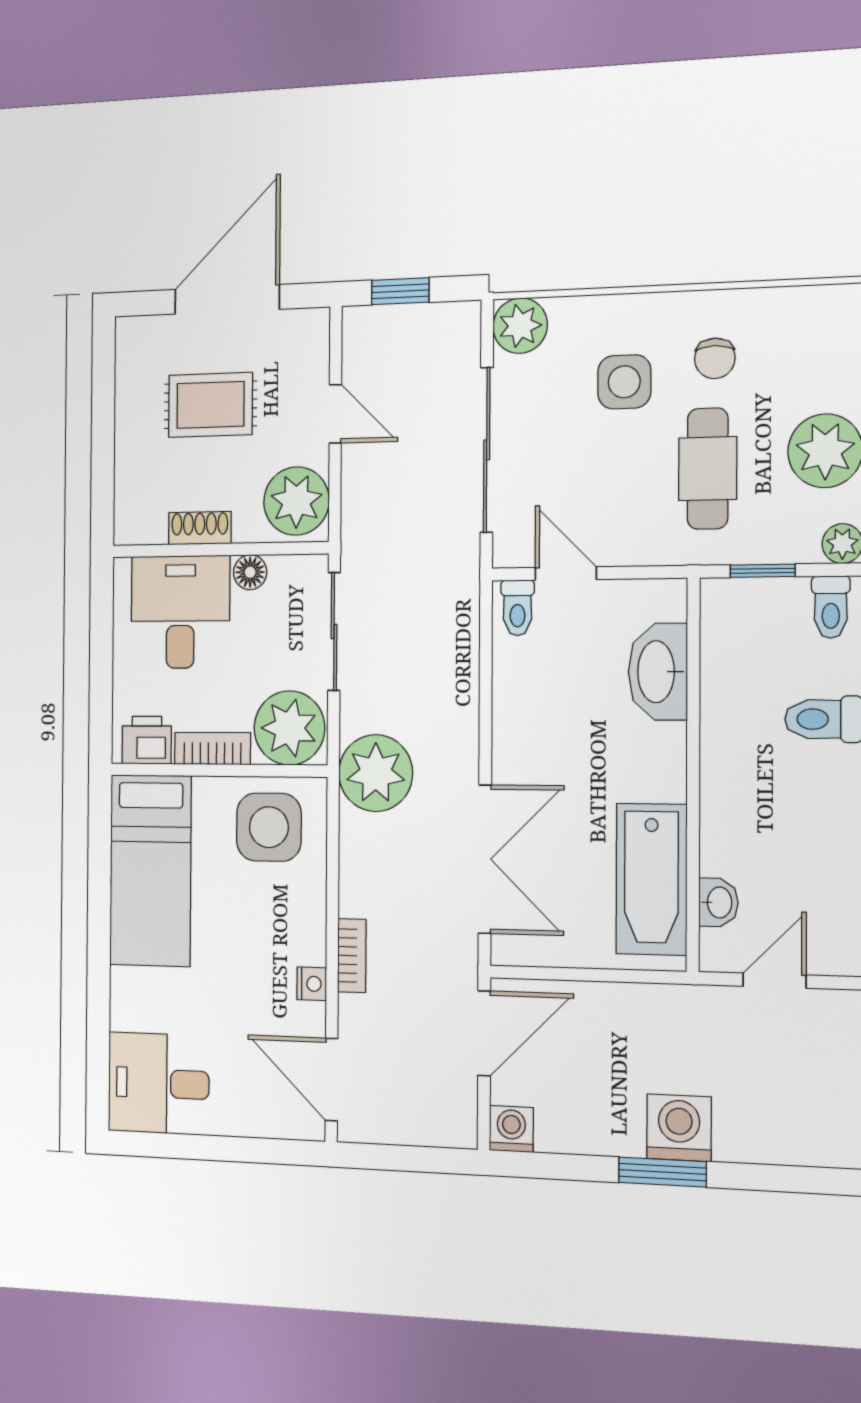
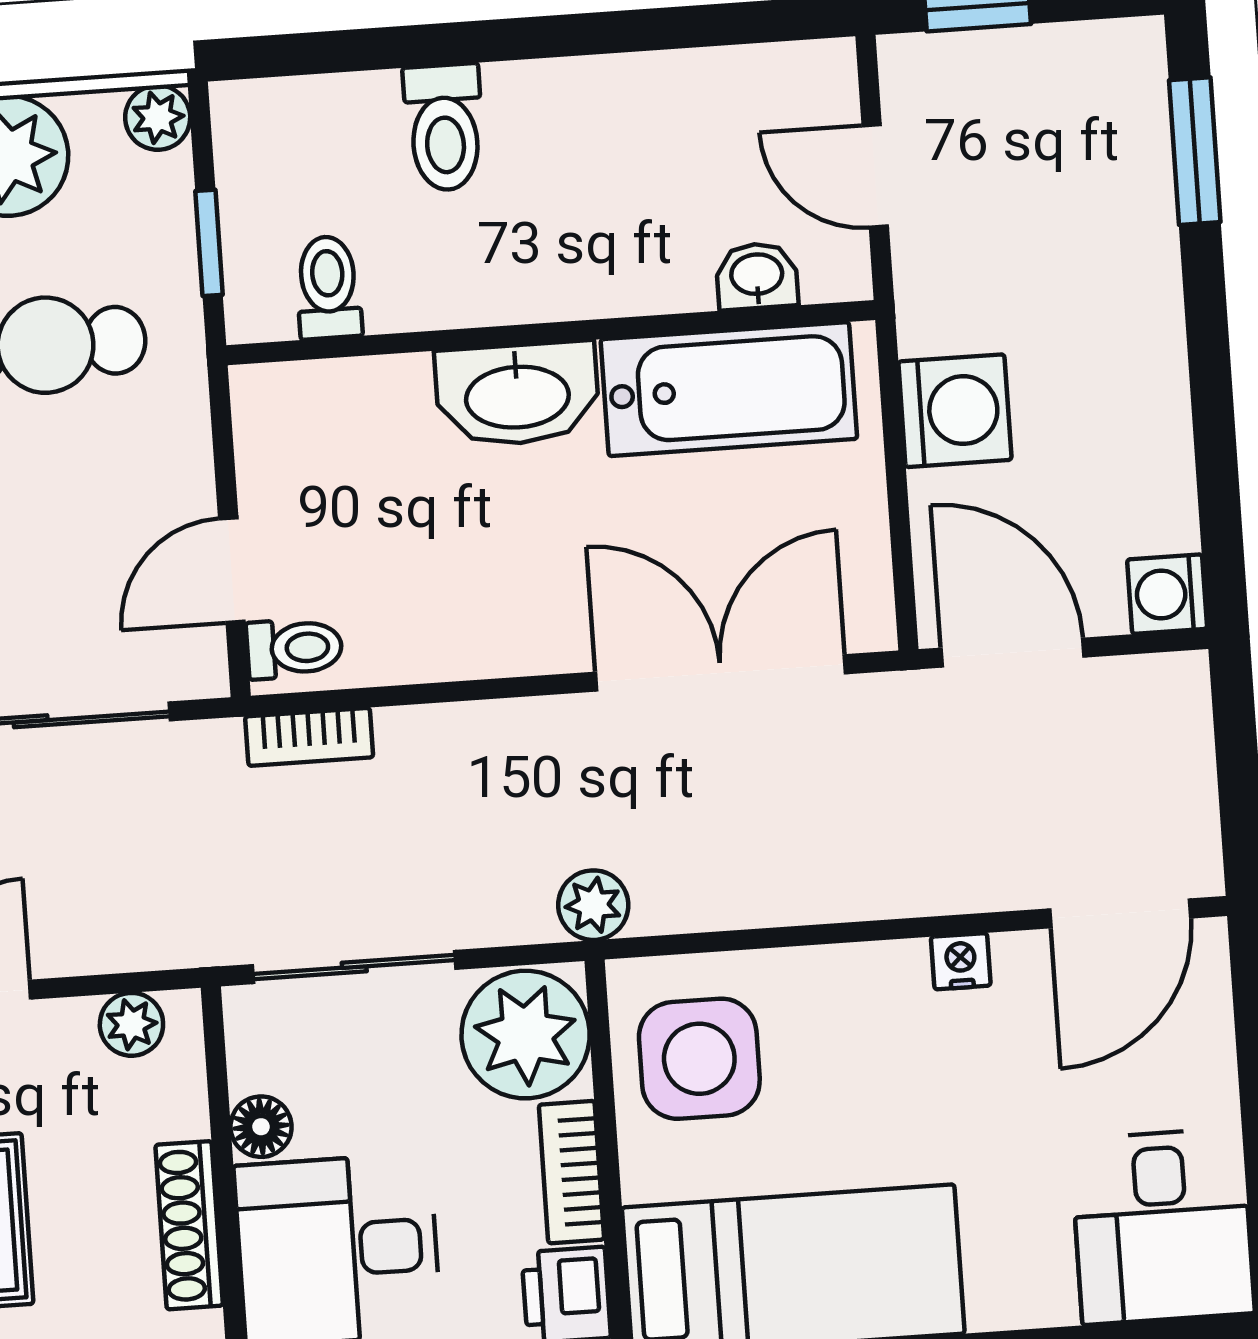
plant: (296, 501) -> (131, 1024), width x0.53, depth x0.53
shoe rack: (200, 528) -> (189, 1225), width x1.43
toilet: (831, 607) -> (328, 287), moved, turned -90
washbasin: (658, 672) -> (517, 394), moved
plant: (376, 773) -> (593, 905), width x0.53, depth x0.53
bookcase: (352, 956) -> (309, 737), moved, turned 180
washing machine: (679, 1128) -> (955, 411), moved, turned 180
window: (662, 1172) -> (1195, 151), moved

